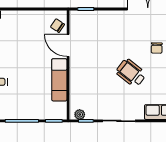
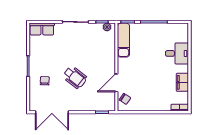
door: (68, 45) -> (116, 83), swing flipped
wheelchair: (131, 73) -> (75, 77), moved
exam couch: (59, 80) -> (123, 40), moved

